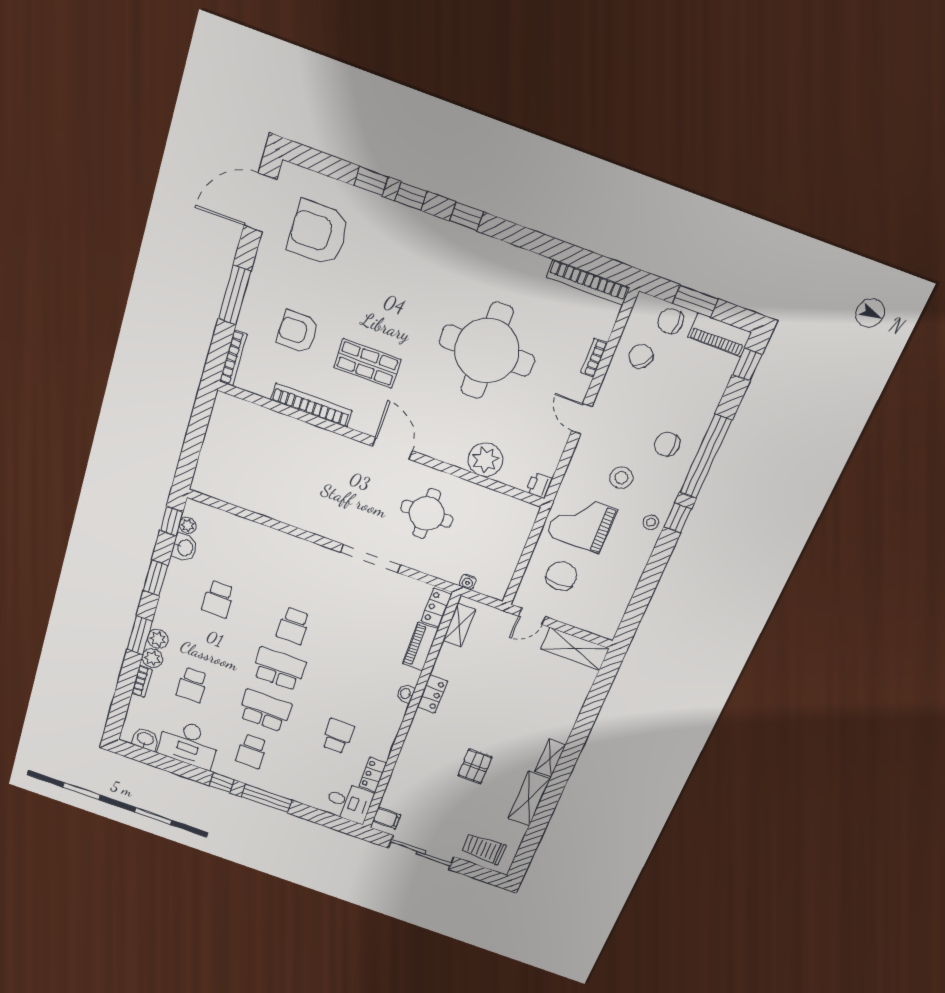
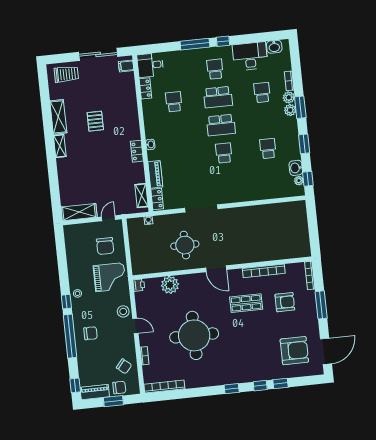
stool: (621, 478) -> (123, 311), moved
school desk: (338, 736) -> (174, 102), turned 180

